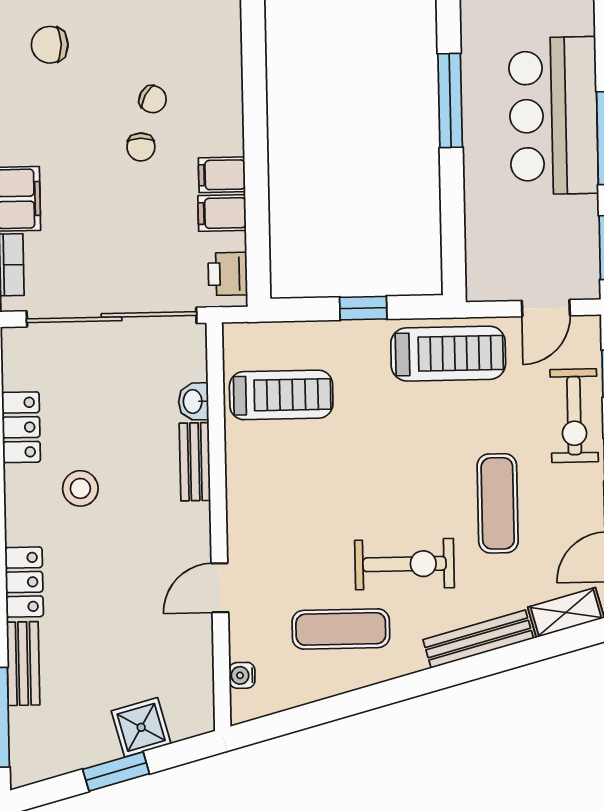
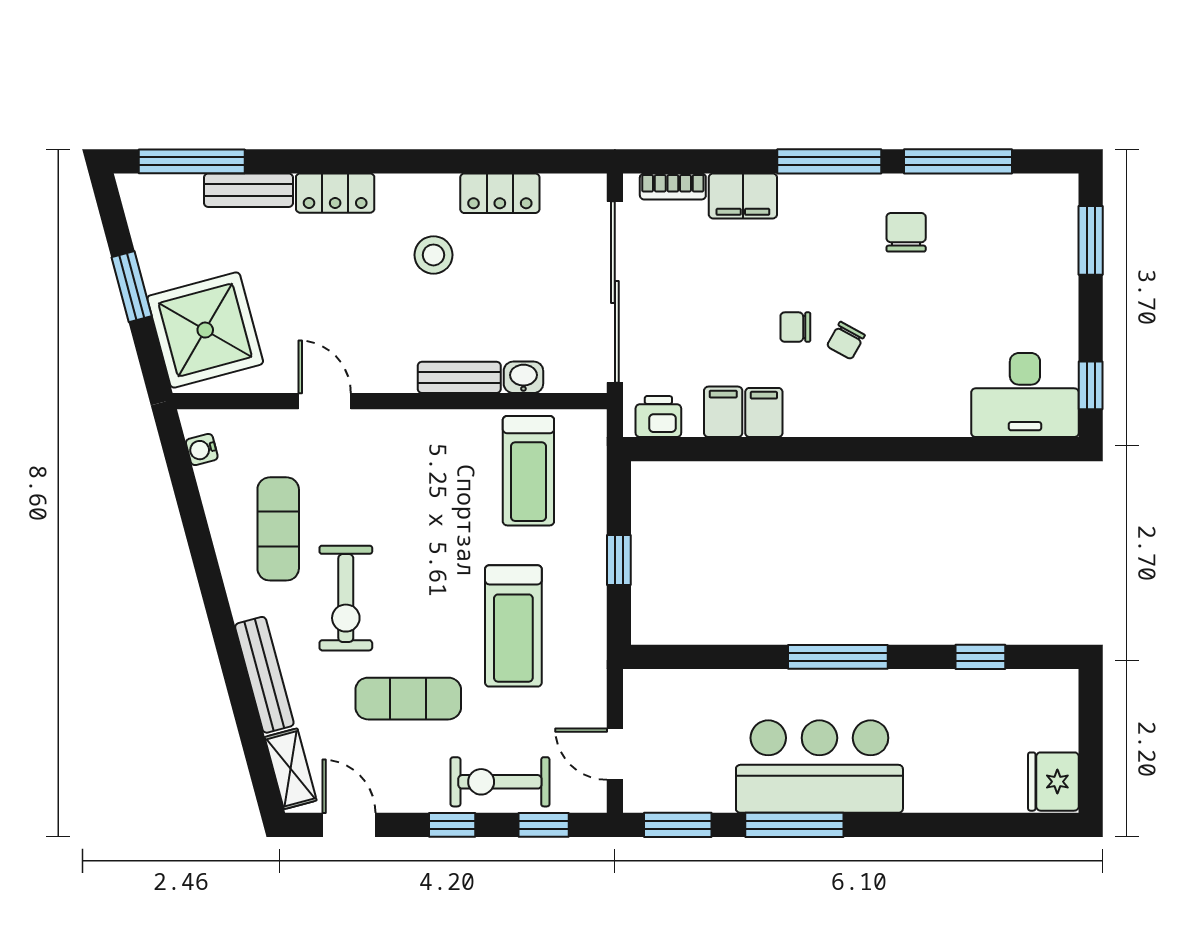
treadmill: (448, 354) -> (513, 626), moved
water cooler: (242, 675) -> (202, 450), moved, turned -105
shower: (141, 727) -> (205, 330), width x1.86, depth x1.86

